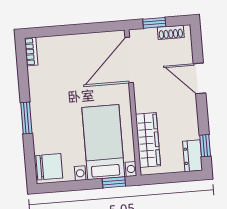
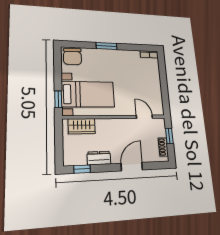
door: (129, 60) -> (144, 117), width x0.53
wardrobe: (148, 140) -> (82, 126), width x0.67
dresser: (193, 156) -> (99, 158), moved

